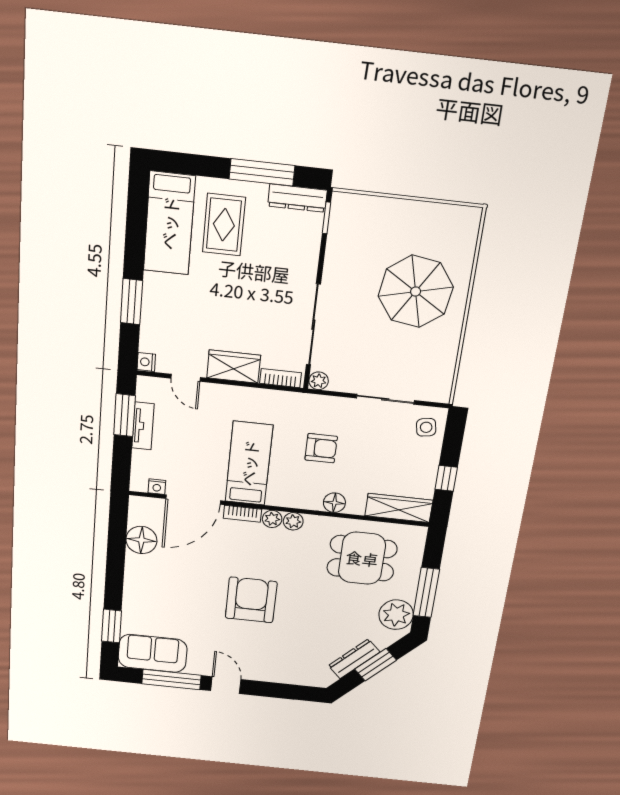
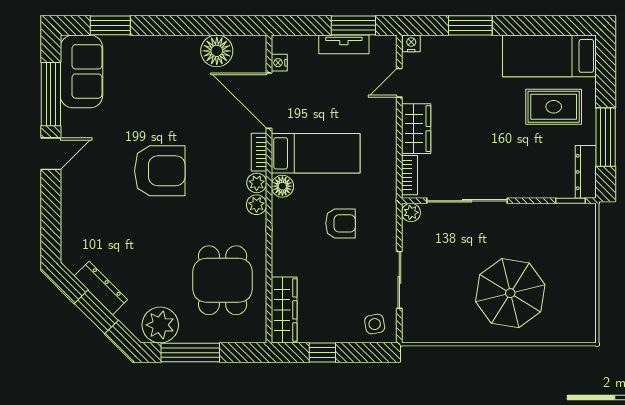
armchair: (321, 448) -> (341, 223), turned -90
floor lamp: (334, 503) -> (282, 186), moved

